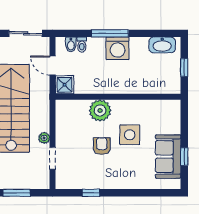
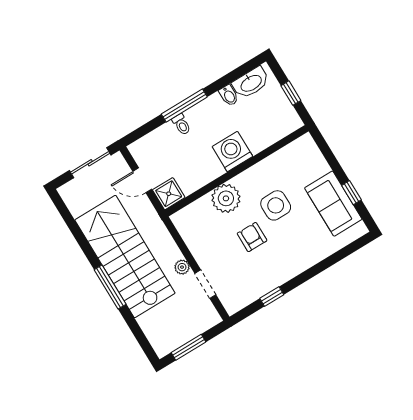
bidet: (71, 44) -> (229, 95), moved
toilet: (82, 45) -> (181, 124), moved
washing machine: (118, 48) -> (232, 152), moved, turned 180

